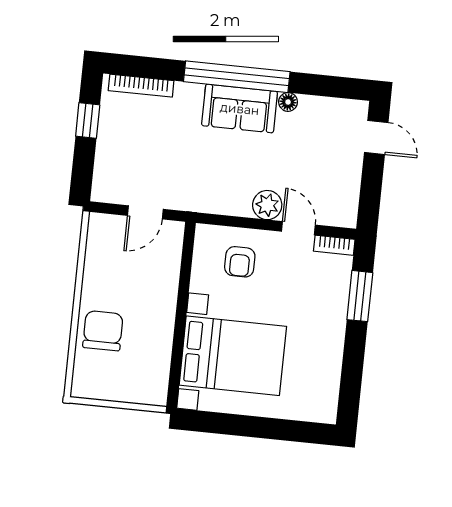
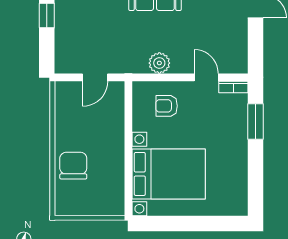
plant: (267, 205) -> (159, 63), moved
armchair: (240, 262) -> (167, 106), turned 90

